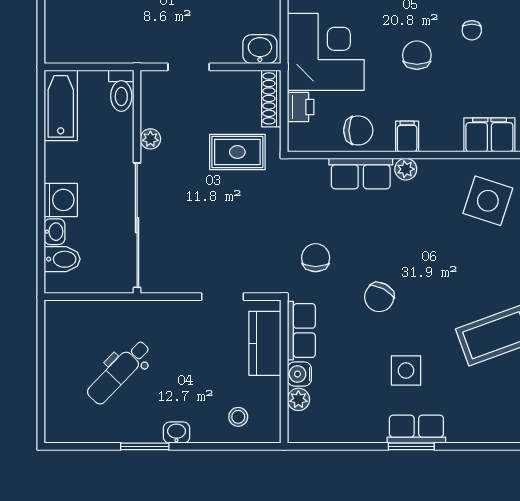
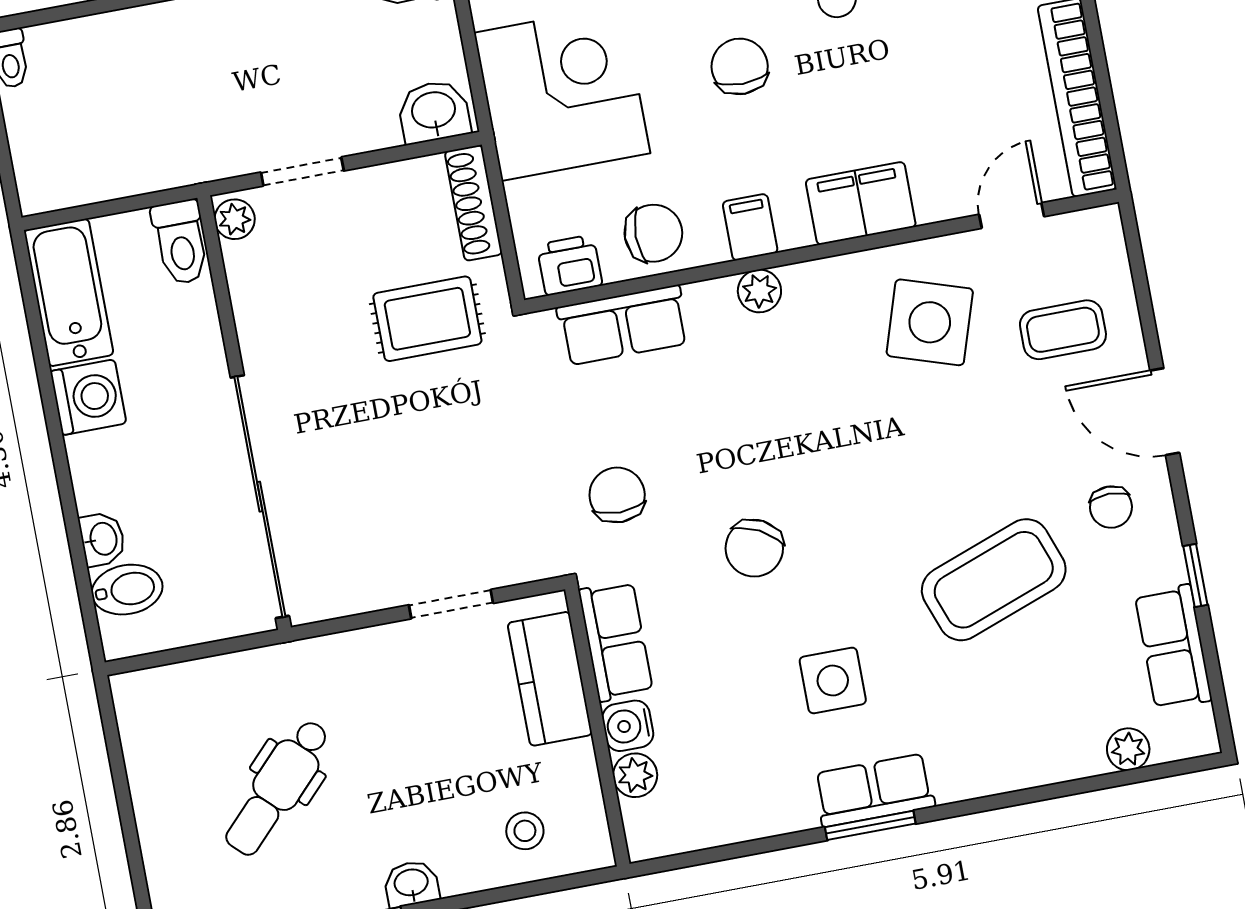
printer: (301, 107) -> (570, 265), moved, turned -90
filing cabinet: (489, 135) -> (861, 203), moved
plant: (150, 139) -> (235, 219), moved
row of seats: (361, 173) -> (623, 325), moved
washing machine: (61, 200) -> (88, 397), moved

